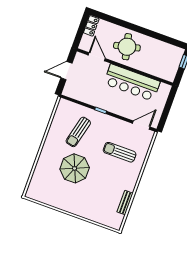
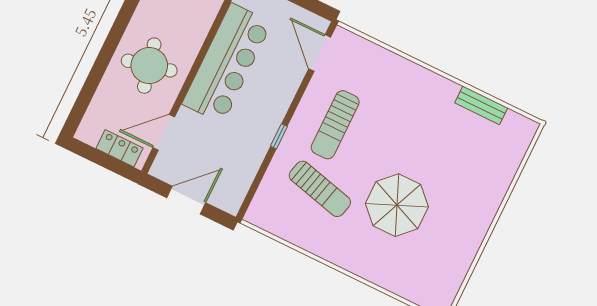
locker: (91, 26) -> (120, 148), moved
door: (66, 71) -> (186, 200), swing flipped
sun lounger: (120, 152) -> (335, 125), moved

